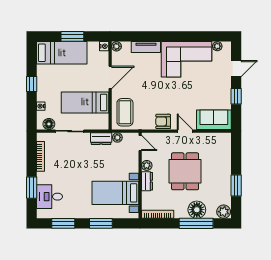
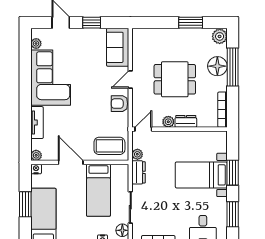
armchair: (163, 121) -> (119, 104), turned 90
bed with nightstands: (115, 193) -> (201, 175), moved, turned 90

